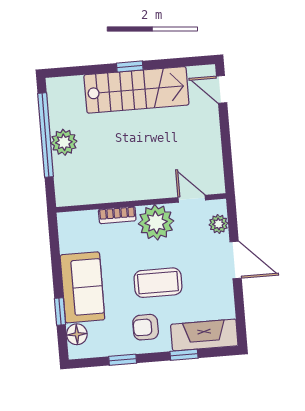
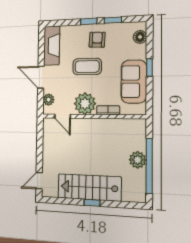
door: (222, 89) -> (39, 181), swing flipped
sofa: (82, 287) -> (134, 82), moved
window: (60, 311) -> (149, 68), moved
armchair: (146, 327) -> (97, 40), turned -87
fireplace: (204, 335) -> (52, 46), moved, turned -90
window: (184, 355) -> (89, 21), moved

